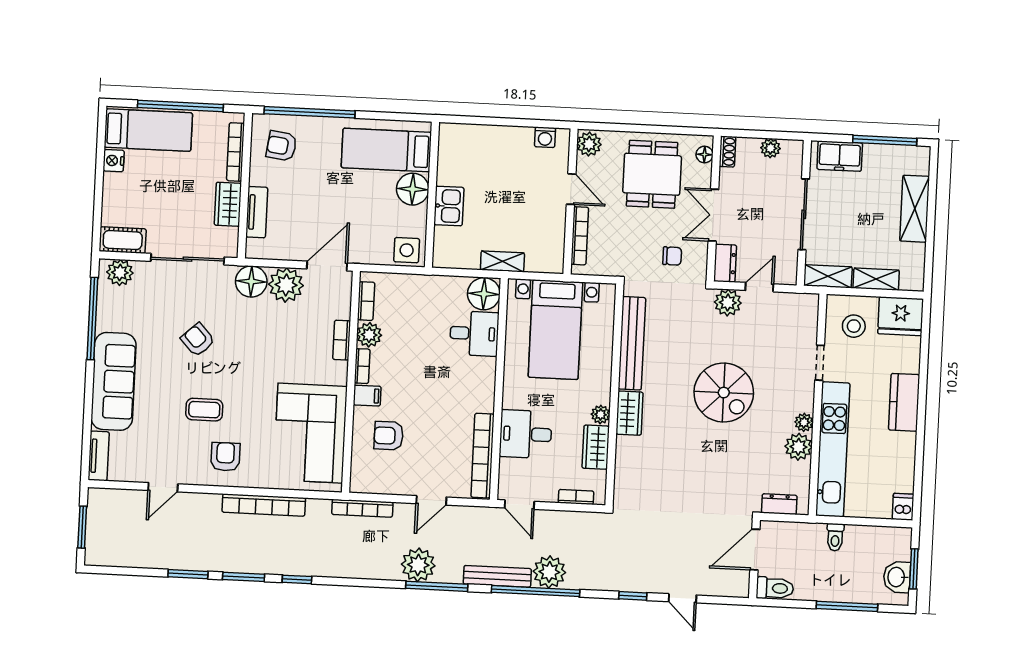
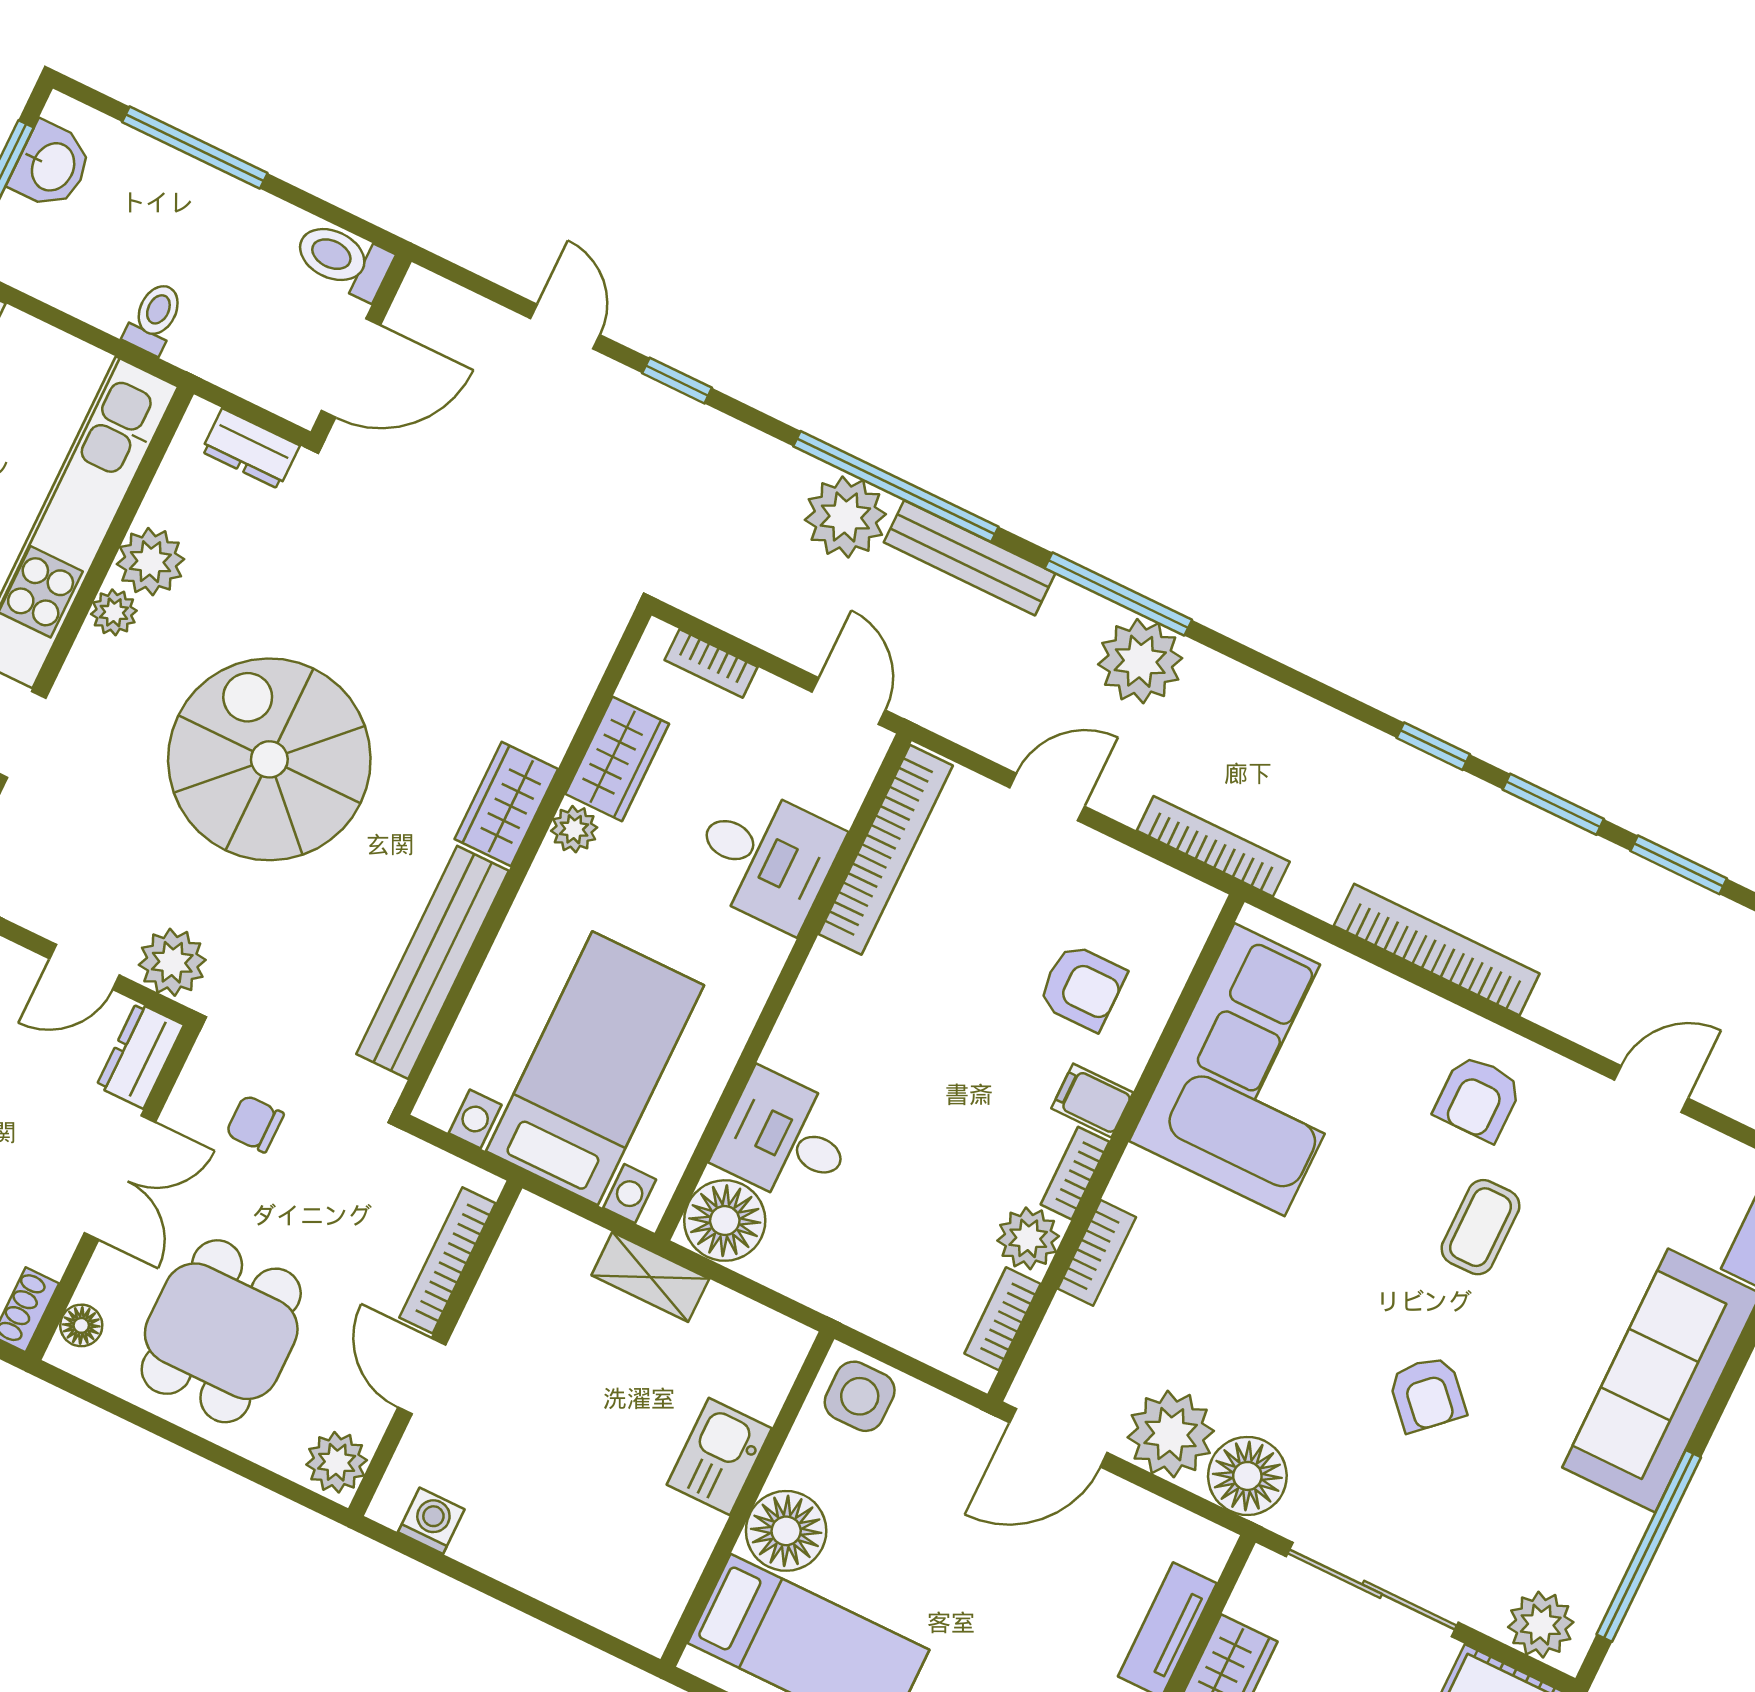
spiral stairs: (724, 393) -> (269, 759), width x1.37, depth x1.37
coffee table: (204, 410) -> (1481, 1227), turned 90

